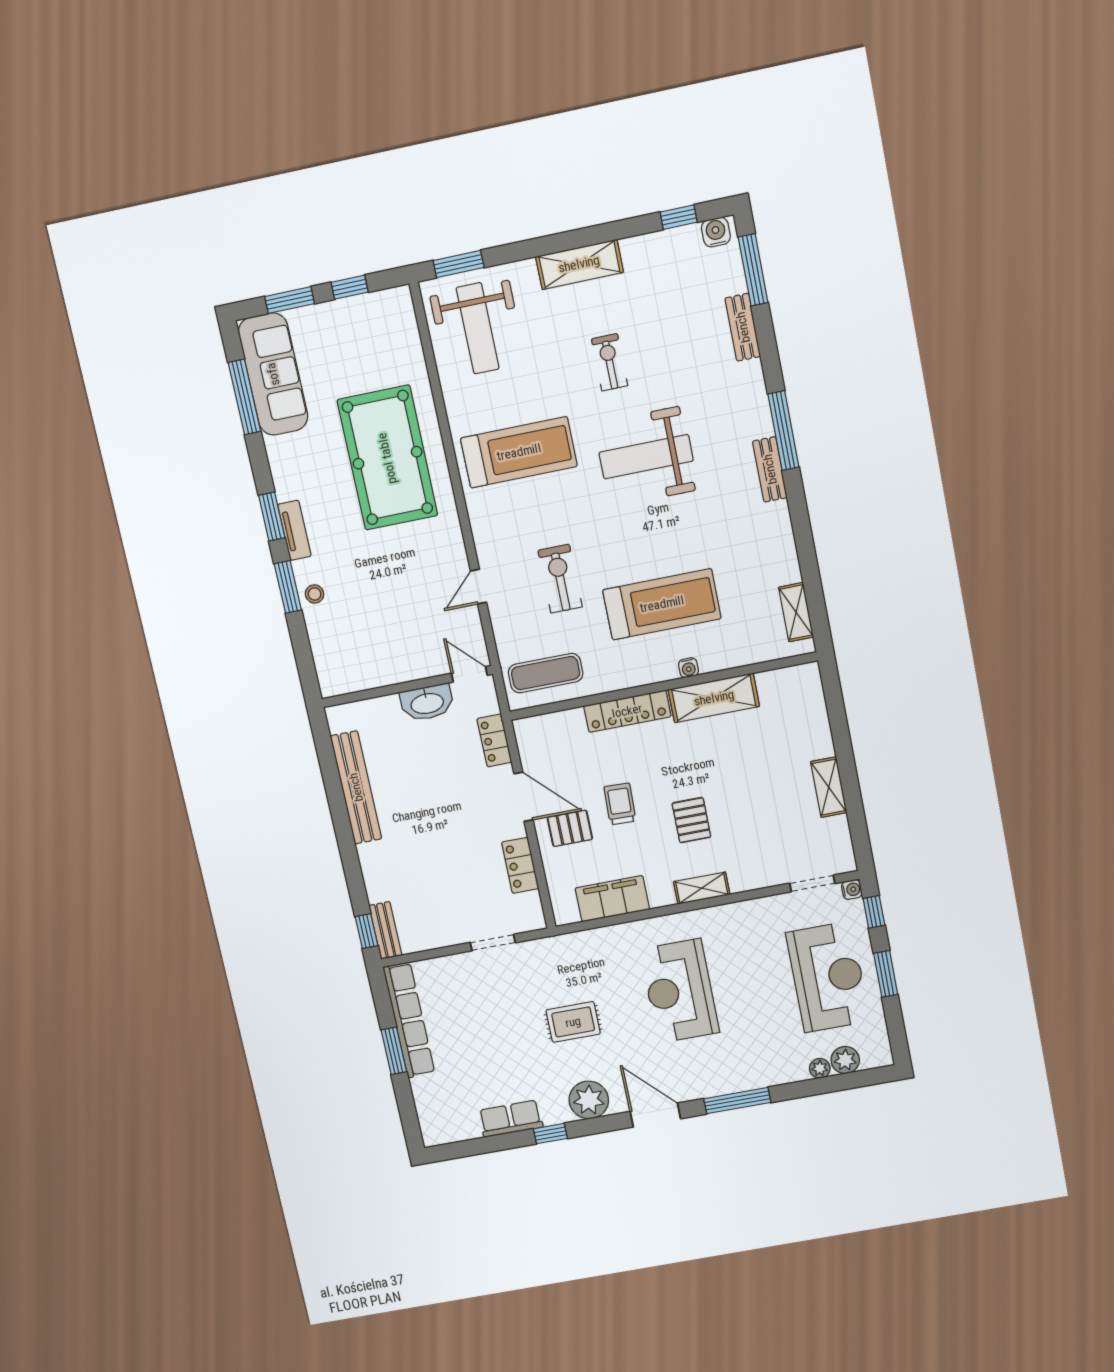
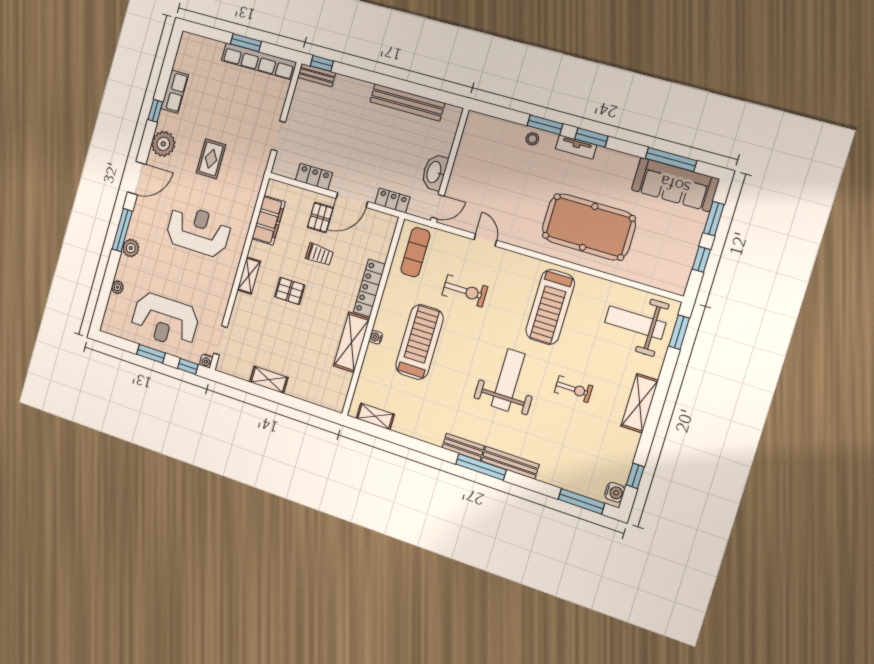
bench: (743, 327) -> (510, 463), moved, width x1.36
treadmill: (662, 604) -> (419, 342), turned 180
plant: (845, 1060) -> (131, 248), moved

